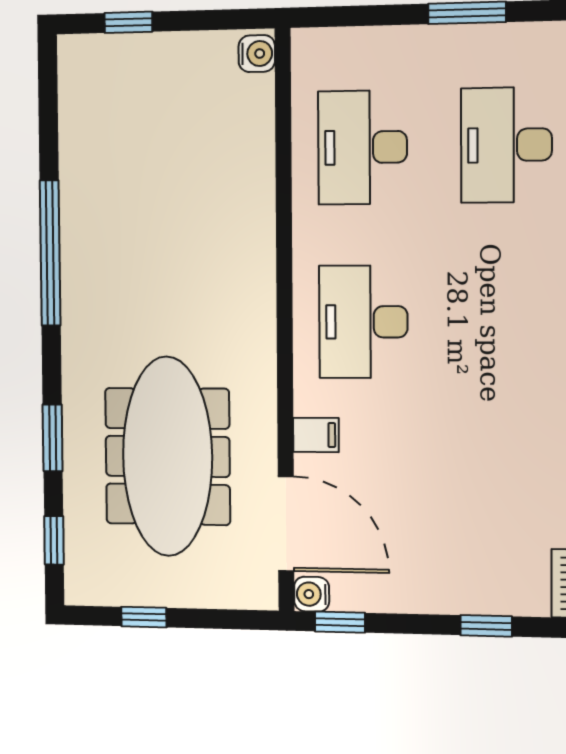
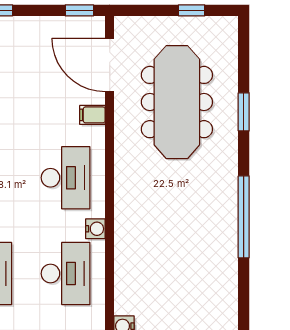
window: (54, 540) -> (244, 53), removed
water cooler: (312, 594) -> (95, 229), moved

